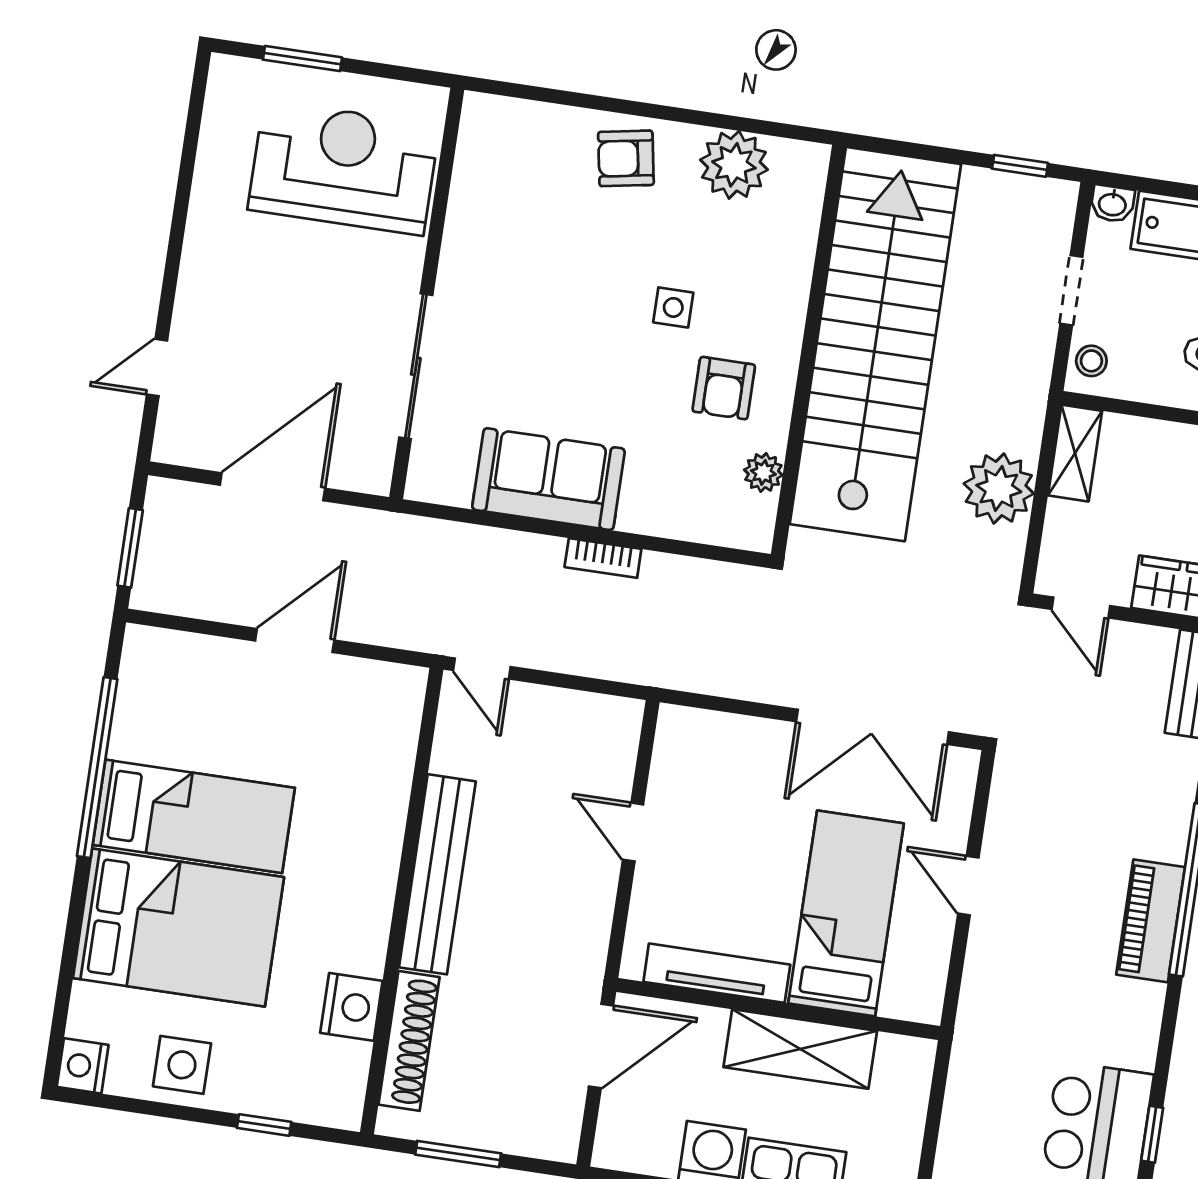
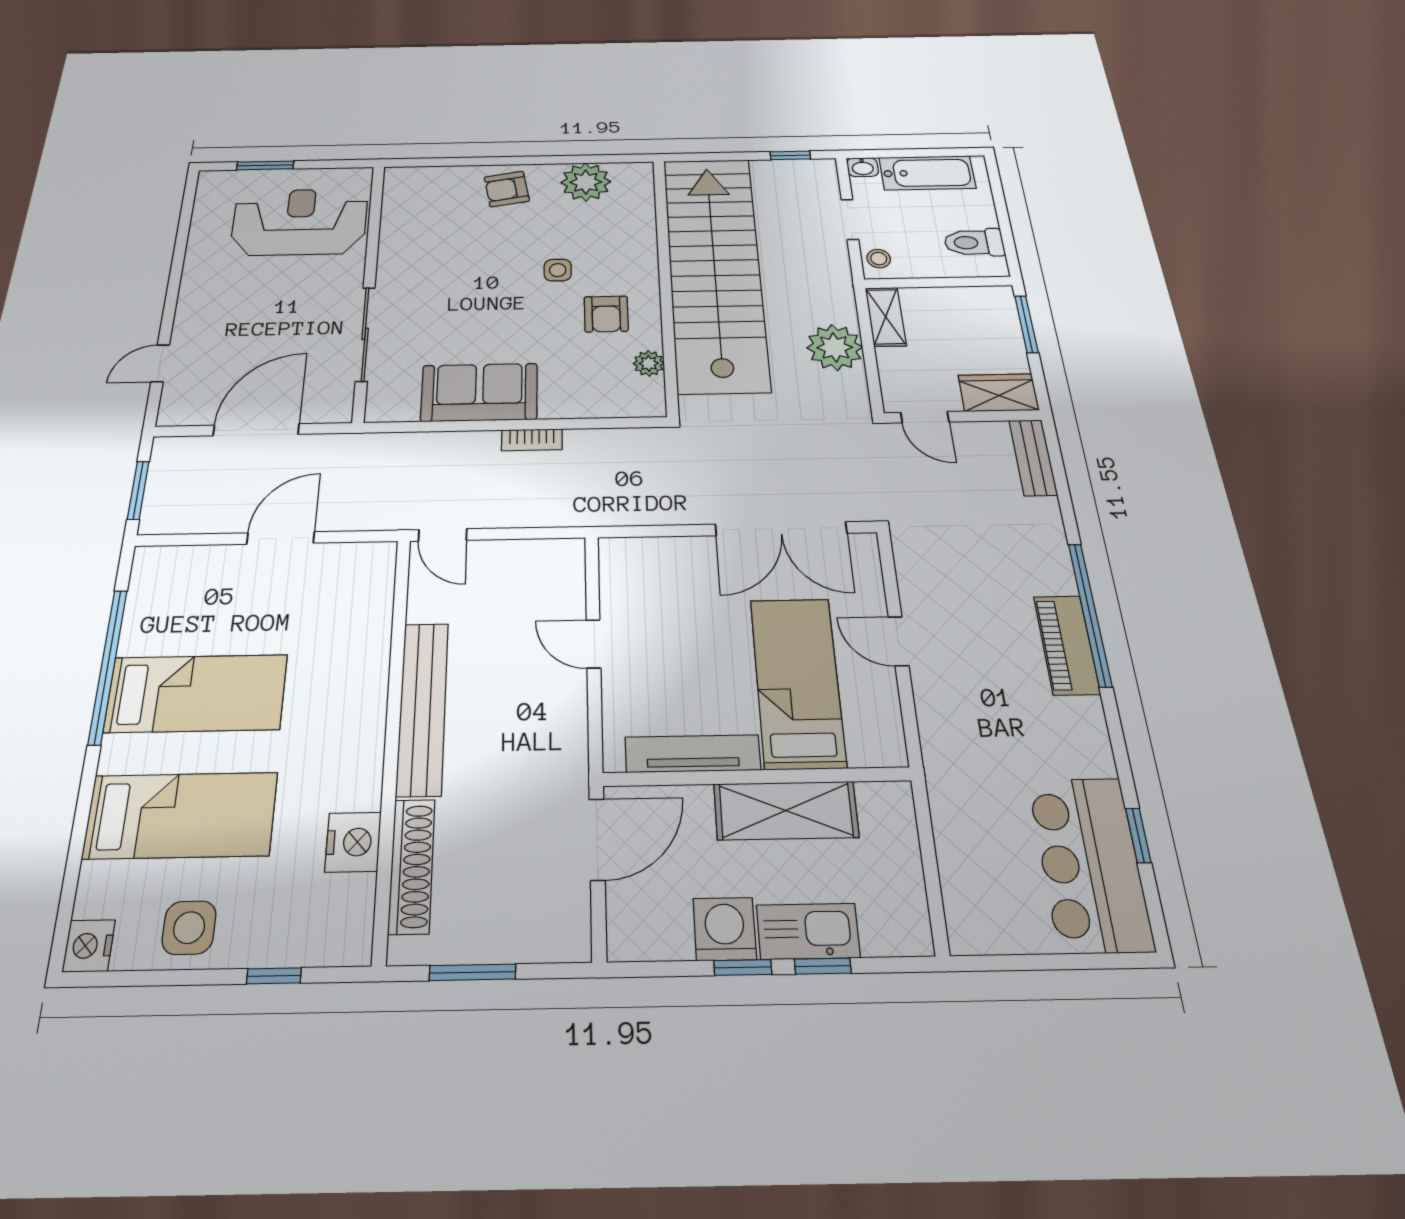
bed: (178, 928) -> (181, 815), width x0.67

